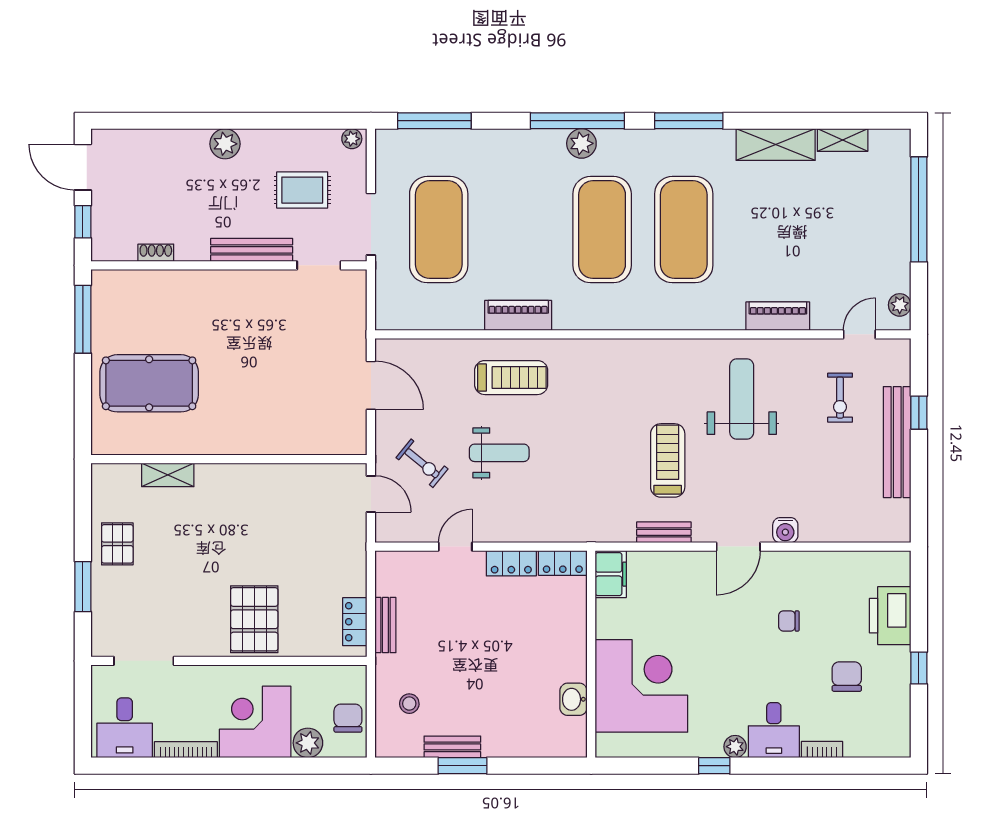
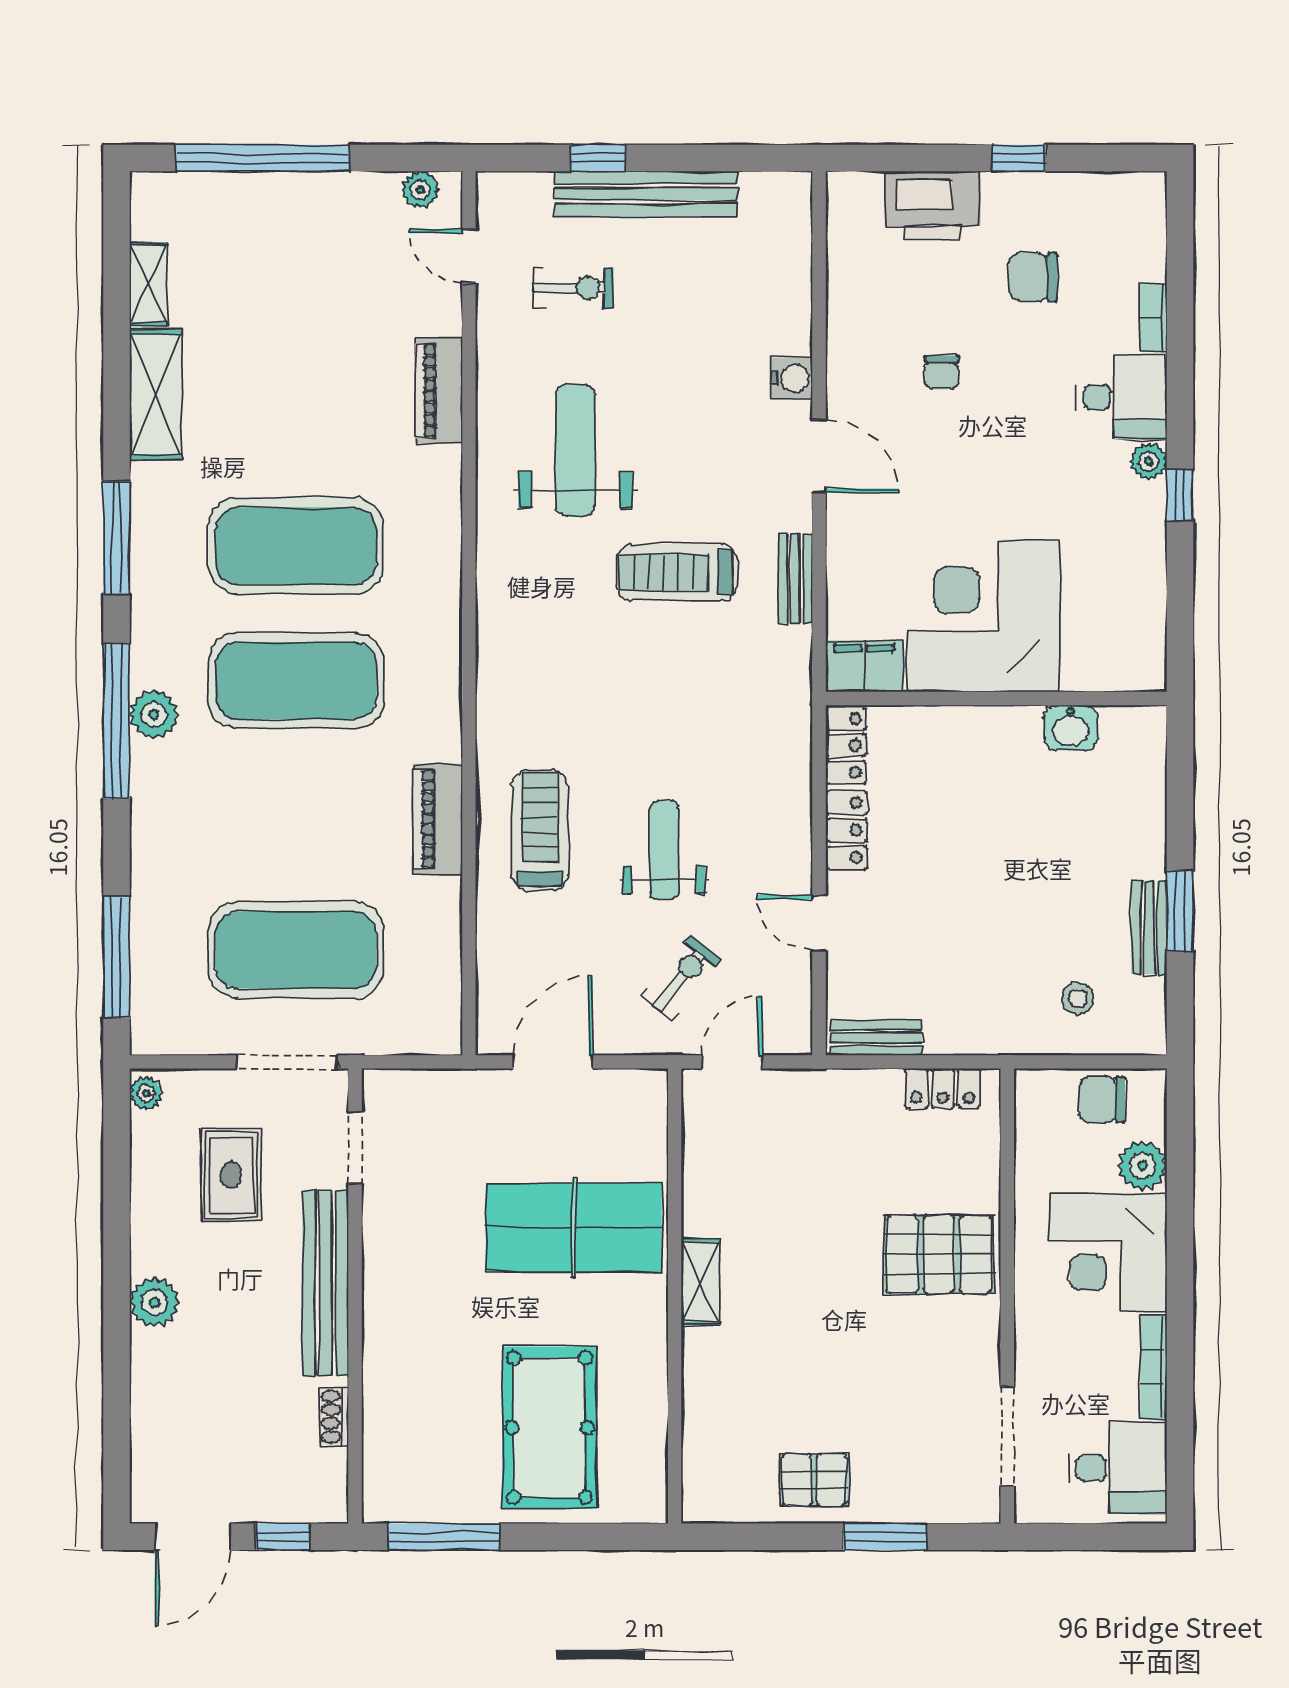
bench: (252, 250) -> (325, 1283), width x1.37, depth x1.21
table tennis table: (270, 398) -> (574, 1227), added
weight bench: (742, 399) -> (575, 450), turned 90
shelving: (168, 475) -> (701, 1282), moved
bench: (385, 625) -> (876, 1038), moved
corner desk: (641, 686) -> (983, 616), moved

